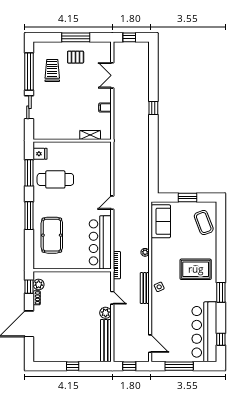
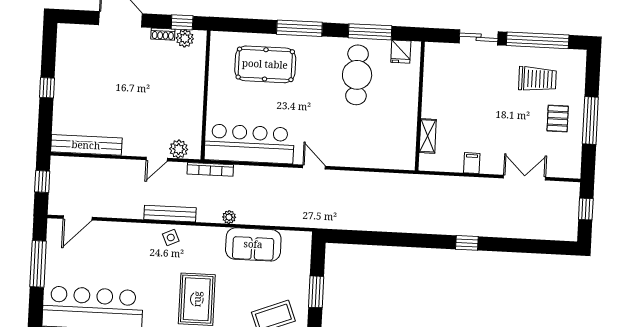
sofa: (161, 221) -> (253, 244), moved
plant: (106, 313) -> (179, 149), moved

